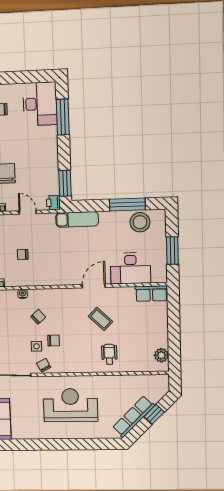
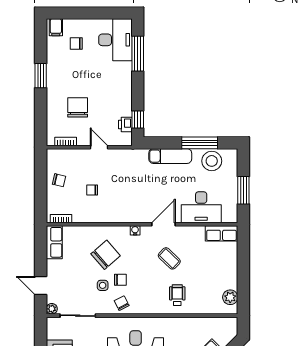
window: (65, 183) -> (138, 119), width x0.67
printer: (53, 203) -> (125, 124), moved
exam couch: (77, 219) -> (170, 156), moved
water cooler: (23, 294) -> (135, 230), moved
chair: (38, 317) -> (106, 255), width x1.87, depth x1.87
chair: (44, 365) -> (122, 303), moved

